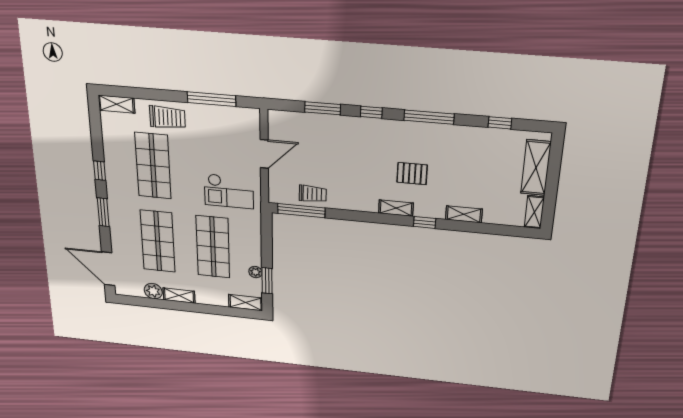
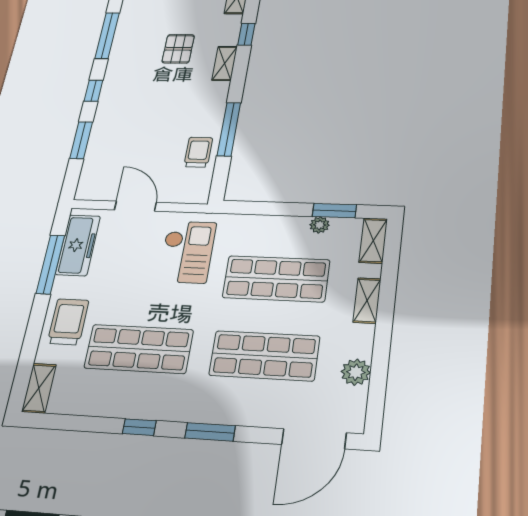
freezer: (229, 117) -> (78, 245), added
window: (301, 211) -> (229, 129), moved
shelving: (179, 296) -> (367, 300), moved

